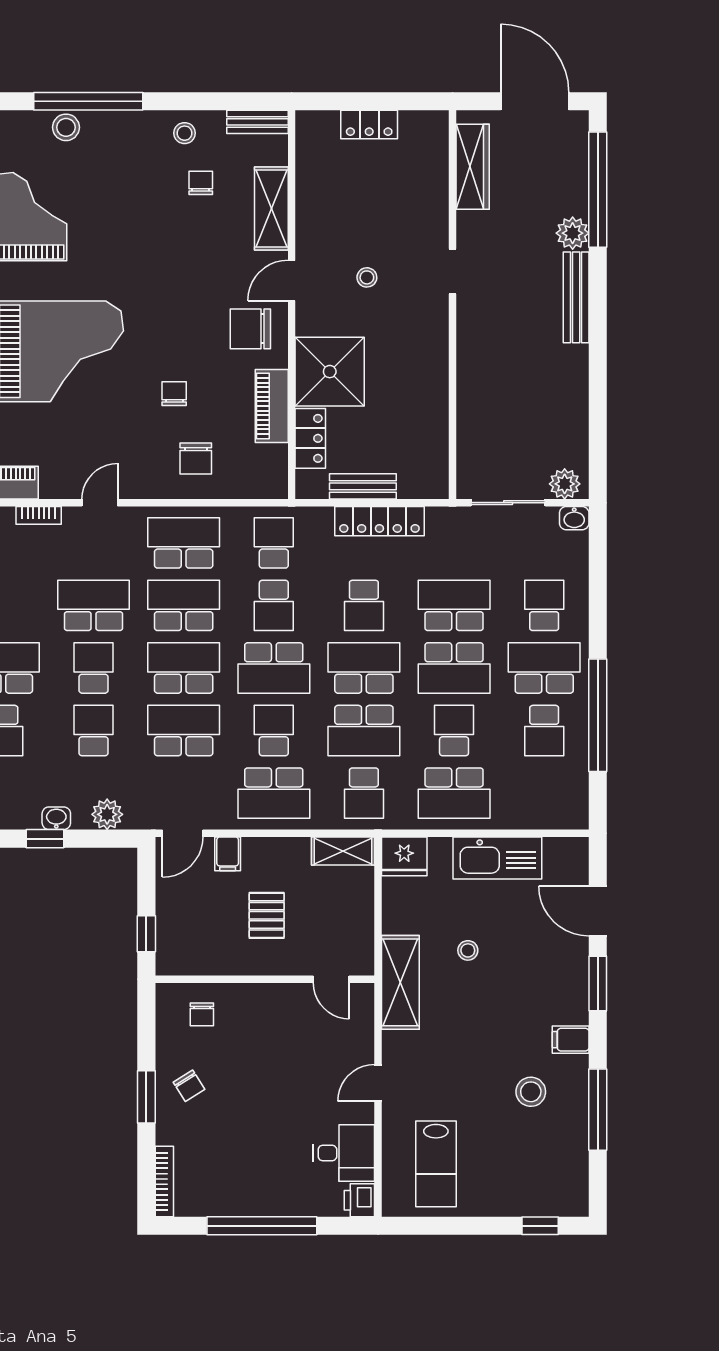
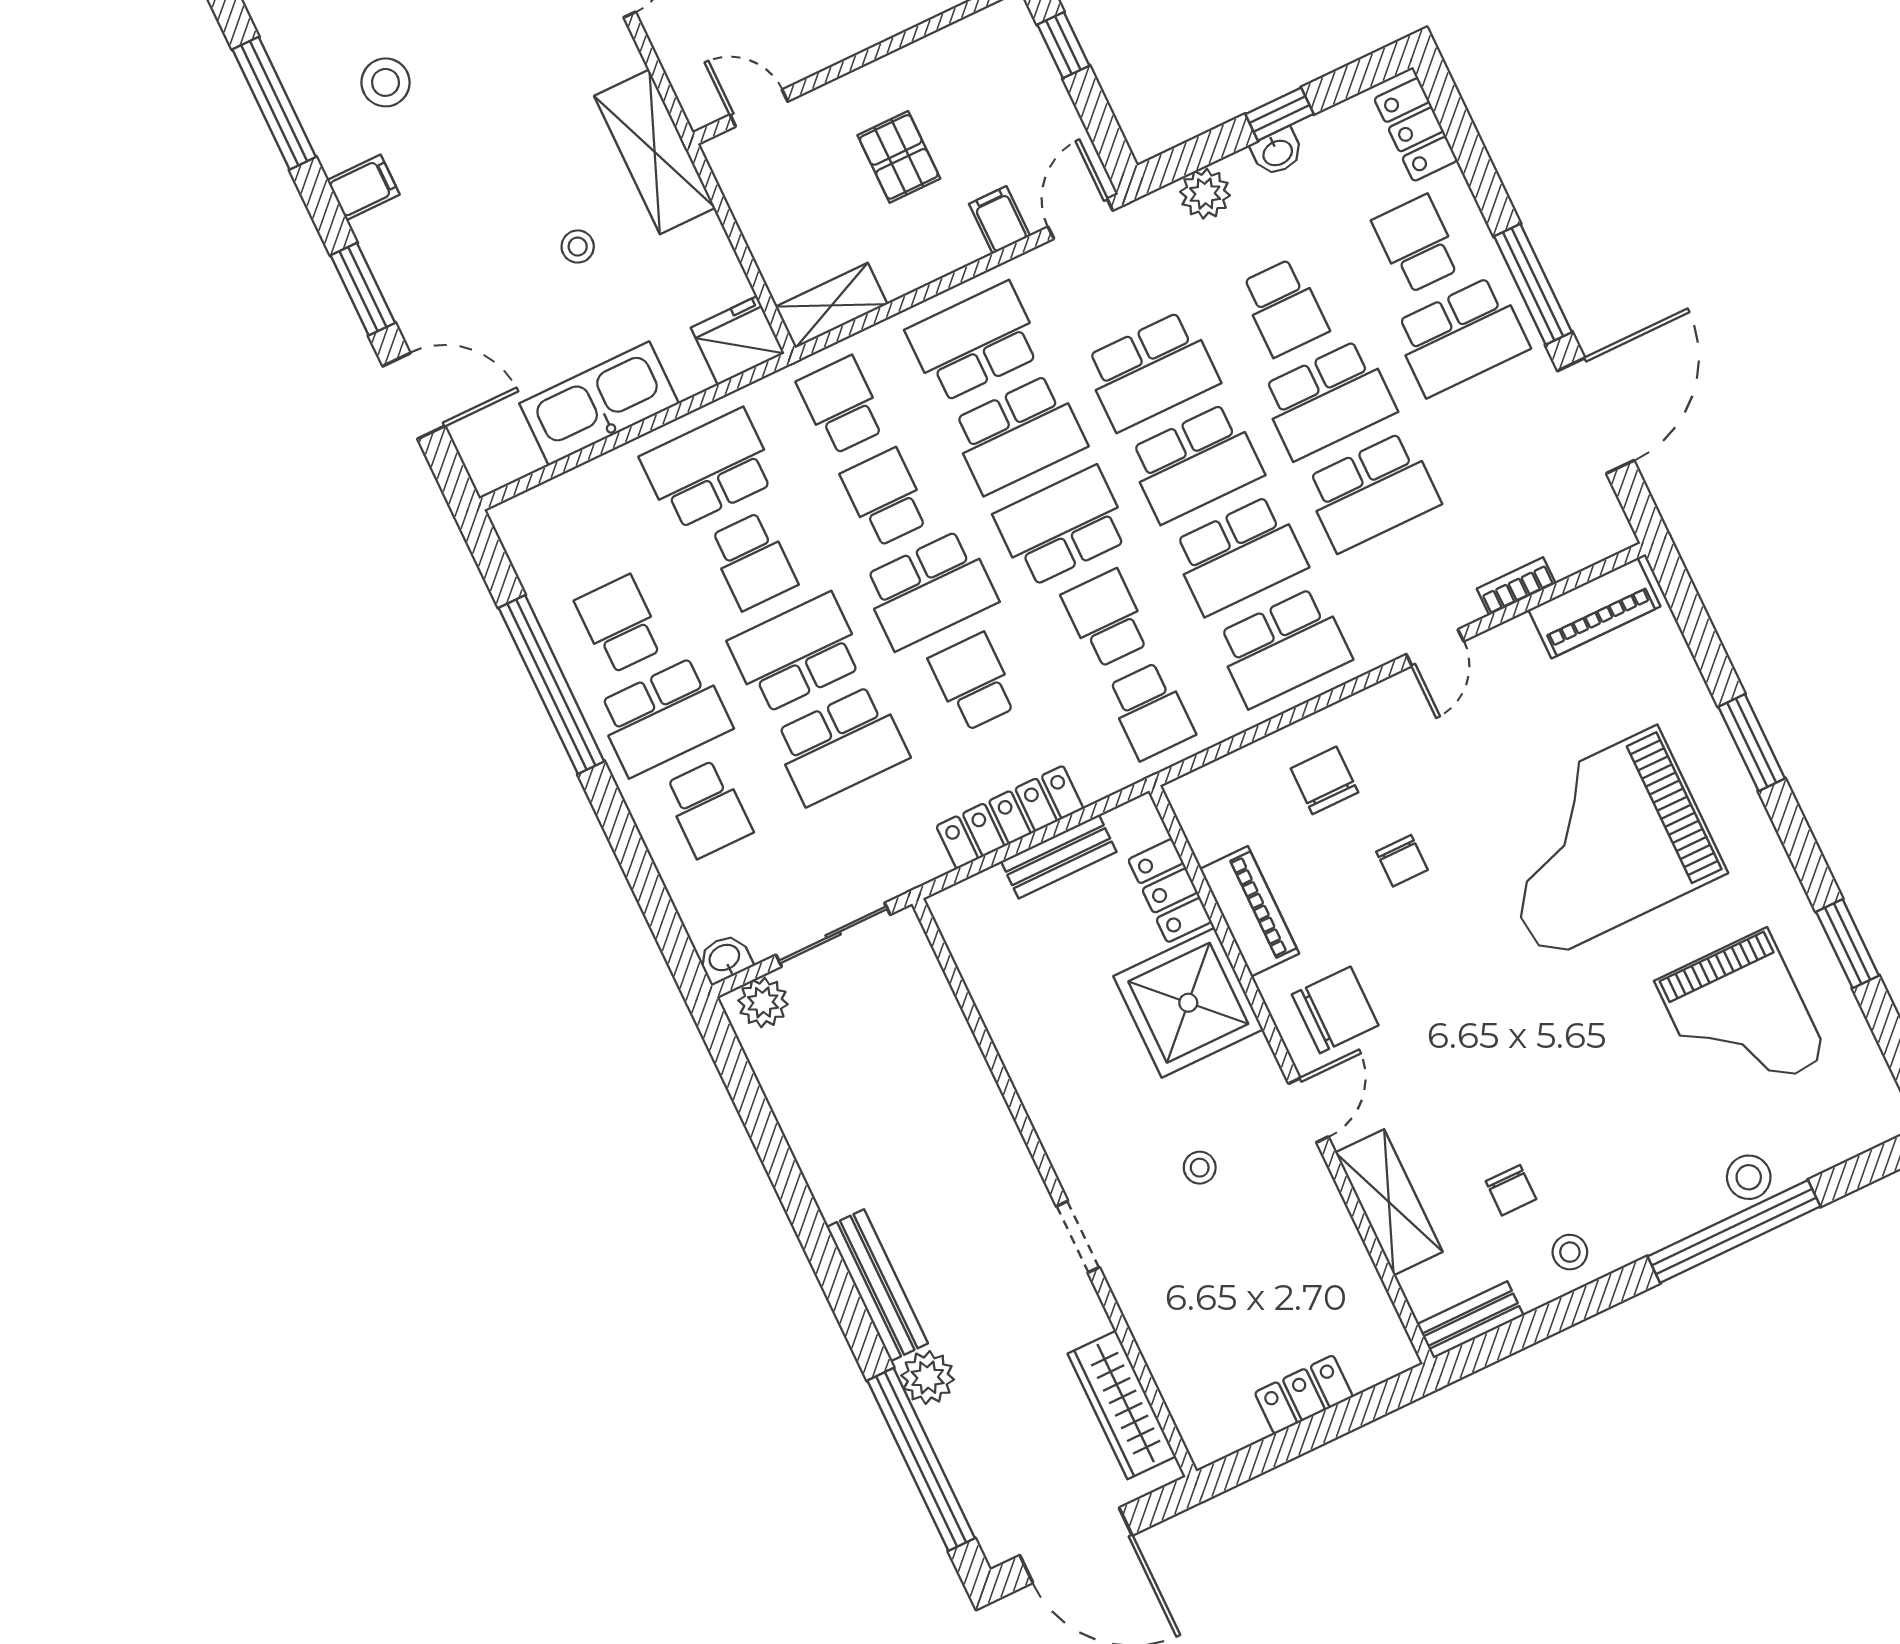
school desk: (94, 668) -> (1328, 400), width x1.85
school desk: (274, 731) -> (1018, 434), width x1.85
school desk: (364, 731) -> (885, 498), width x0.54

